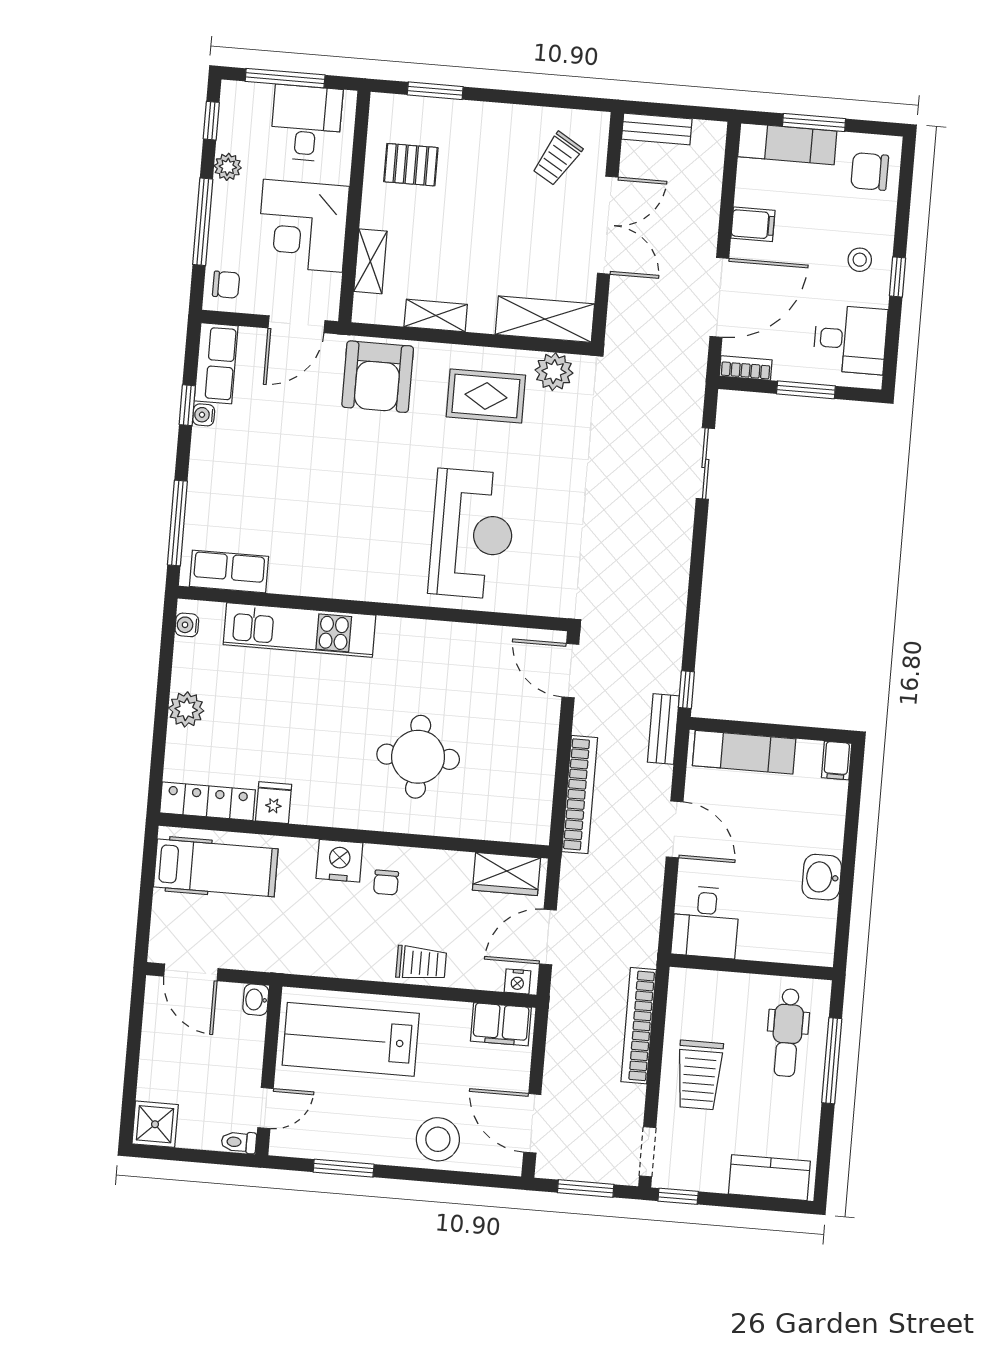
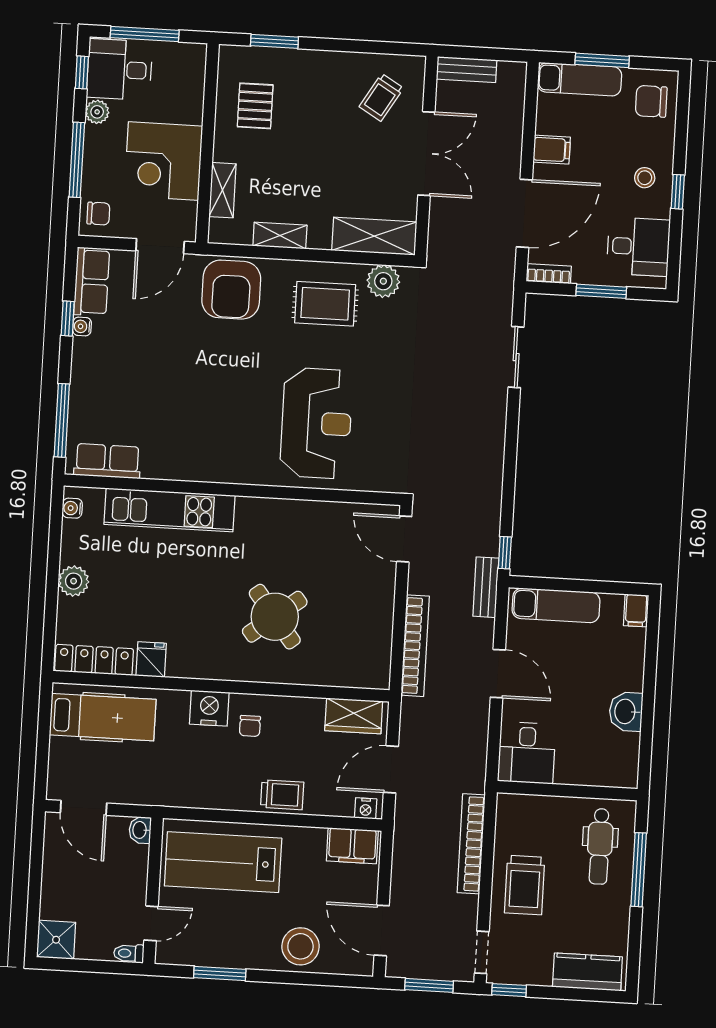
desk: (306, 123) -> (119, 70), moved, turned -90
pallet: (411, 165) -> (255, 106), turned 90
round table: (418, 757) -> (275, 617), turned -38

